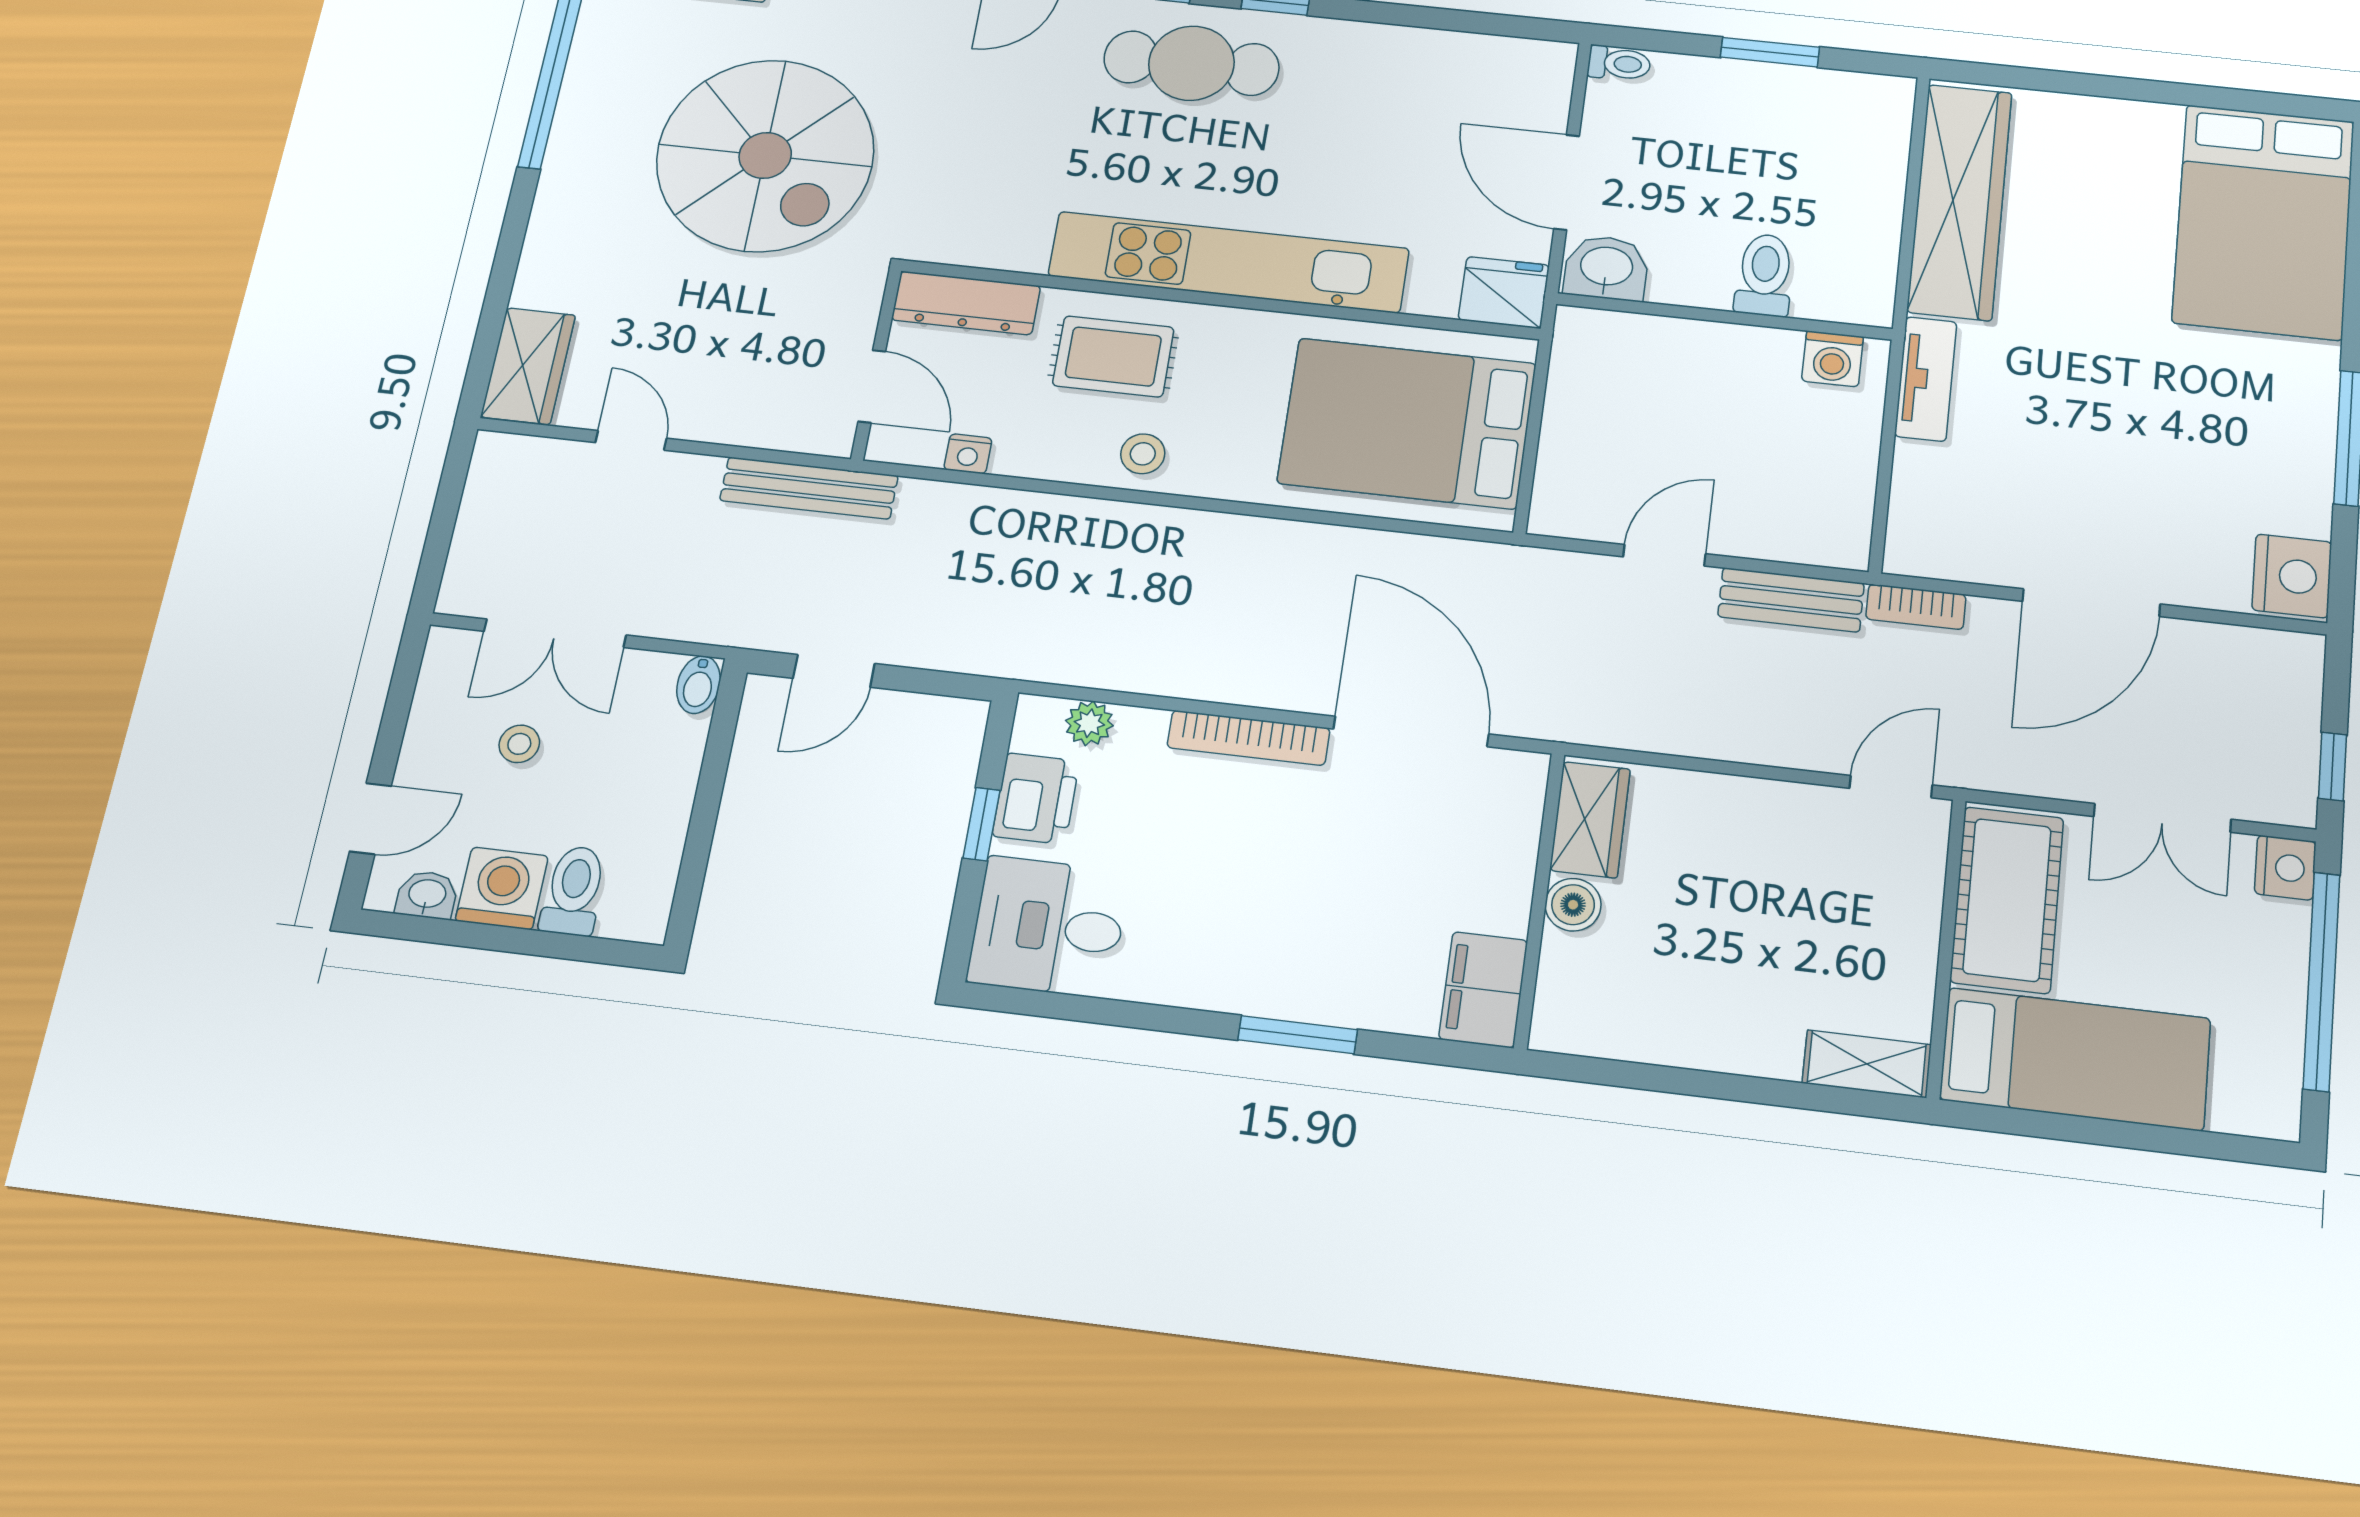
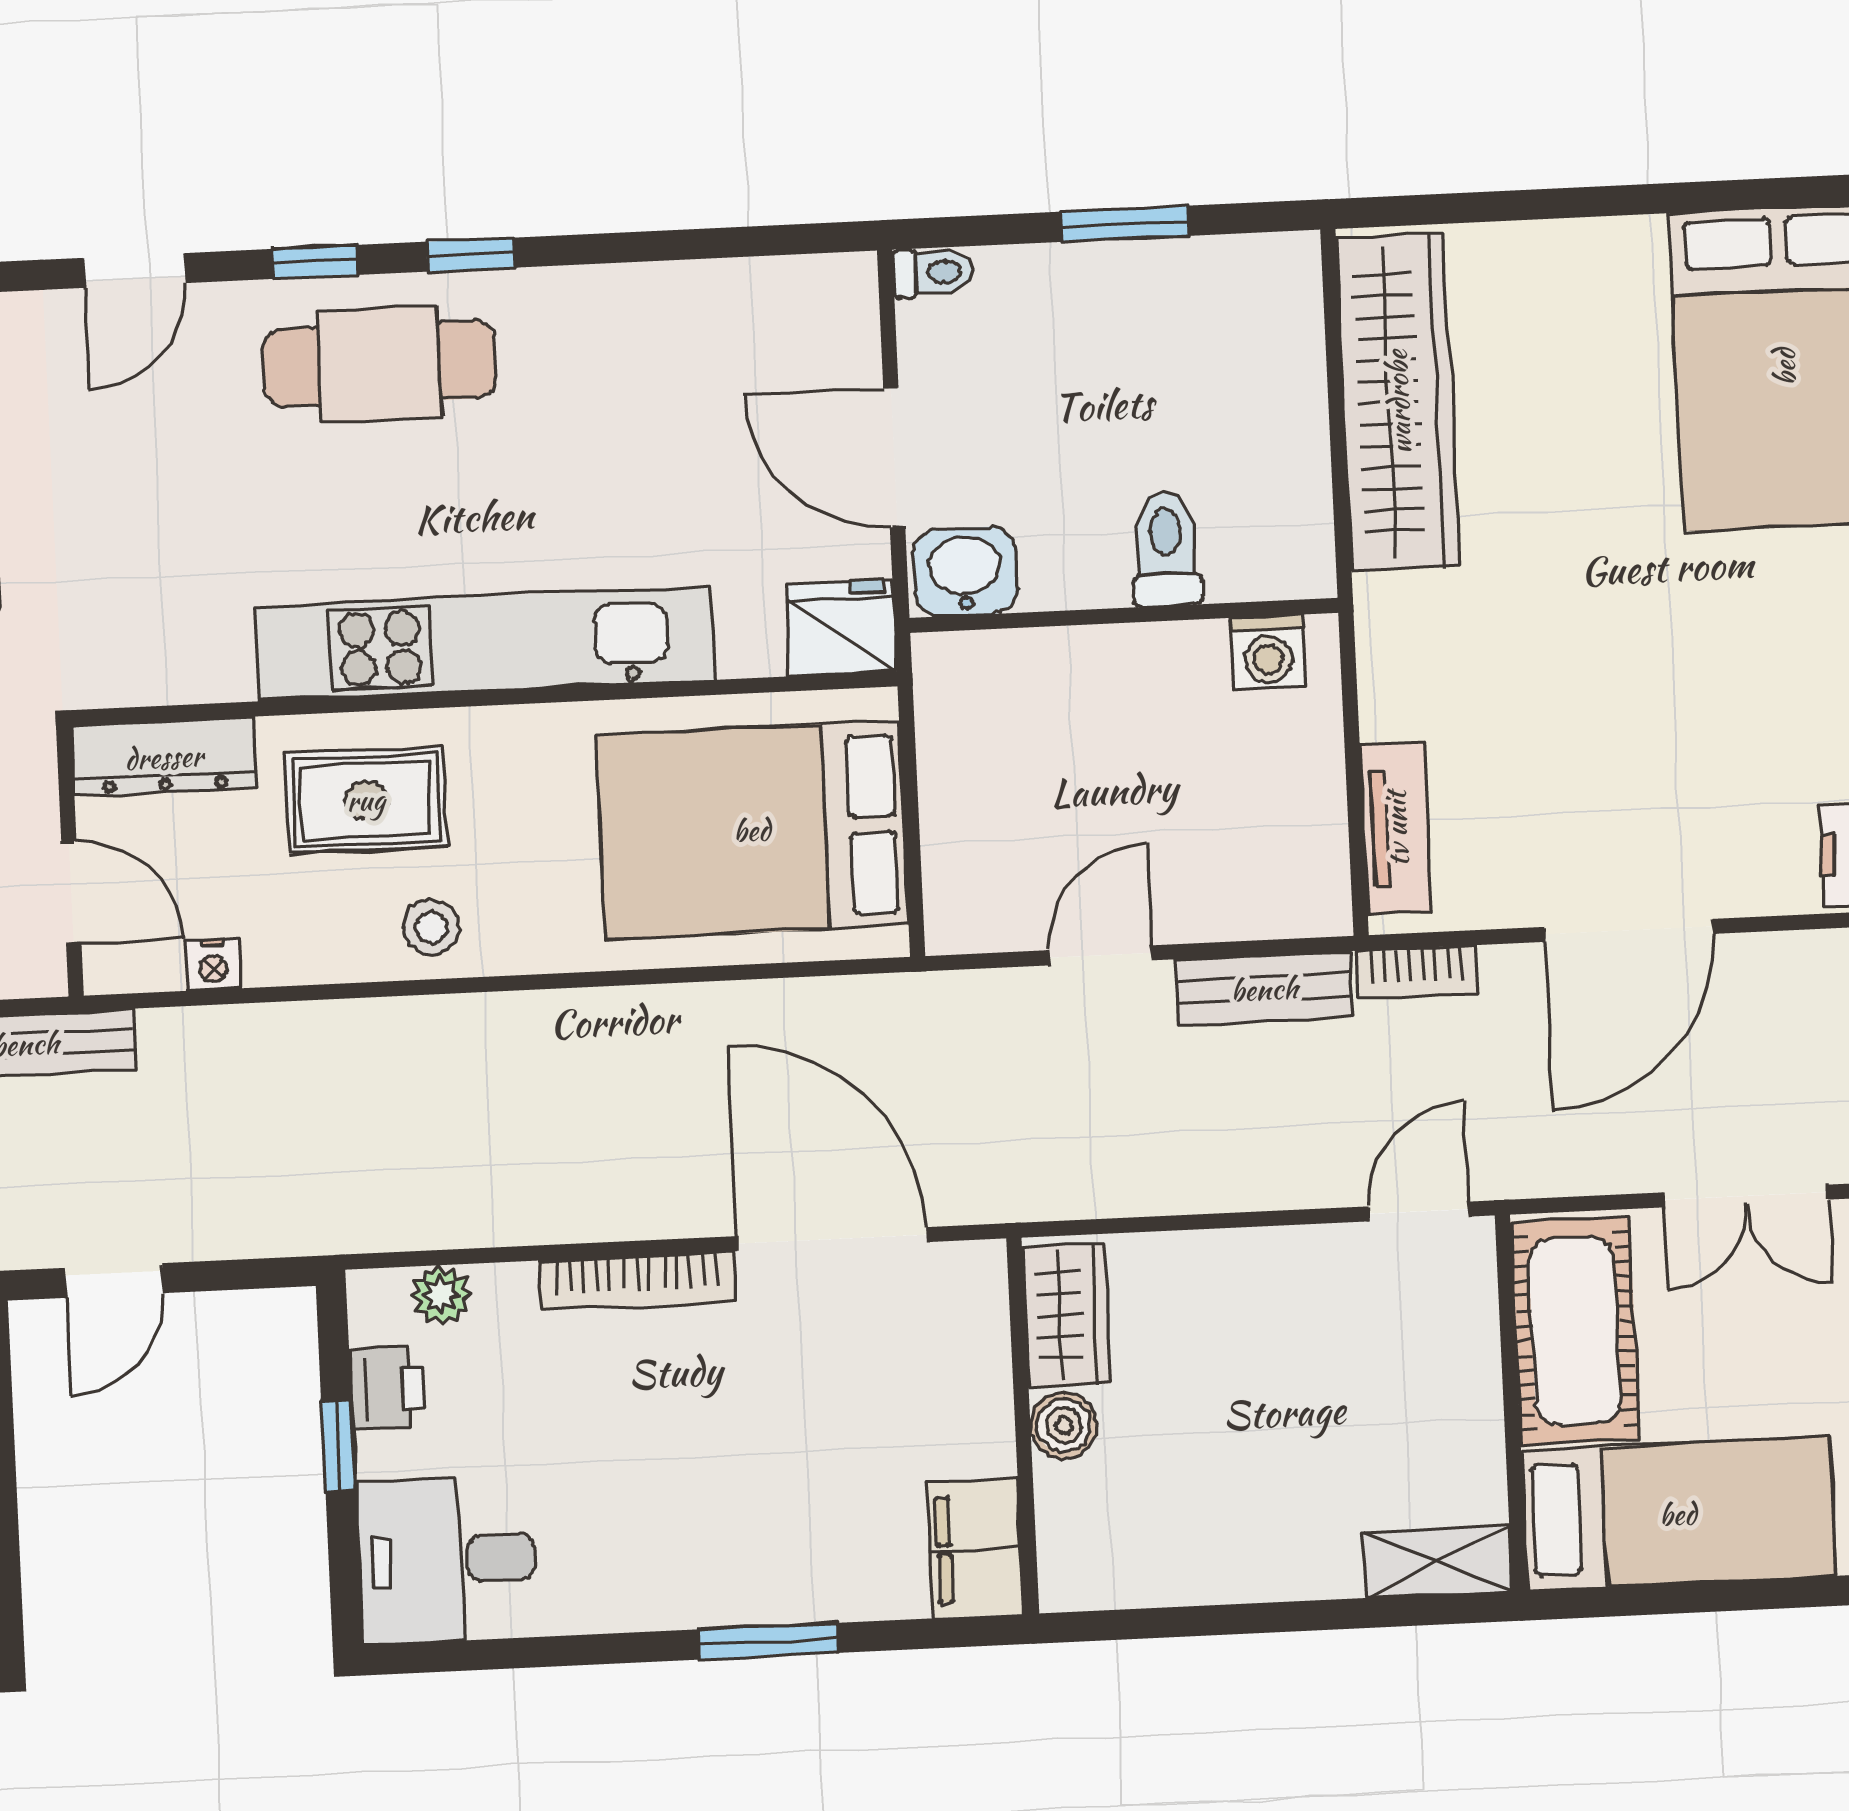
tv unit: (1926, 379) -> (1396, 829), moved
printer: (1036, 799) -> (387, 1388), width x0.73, depth x0.81

